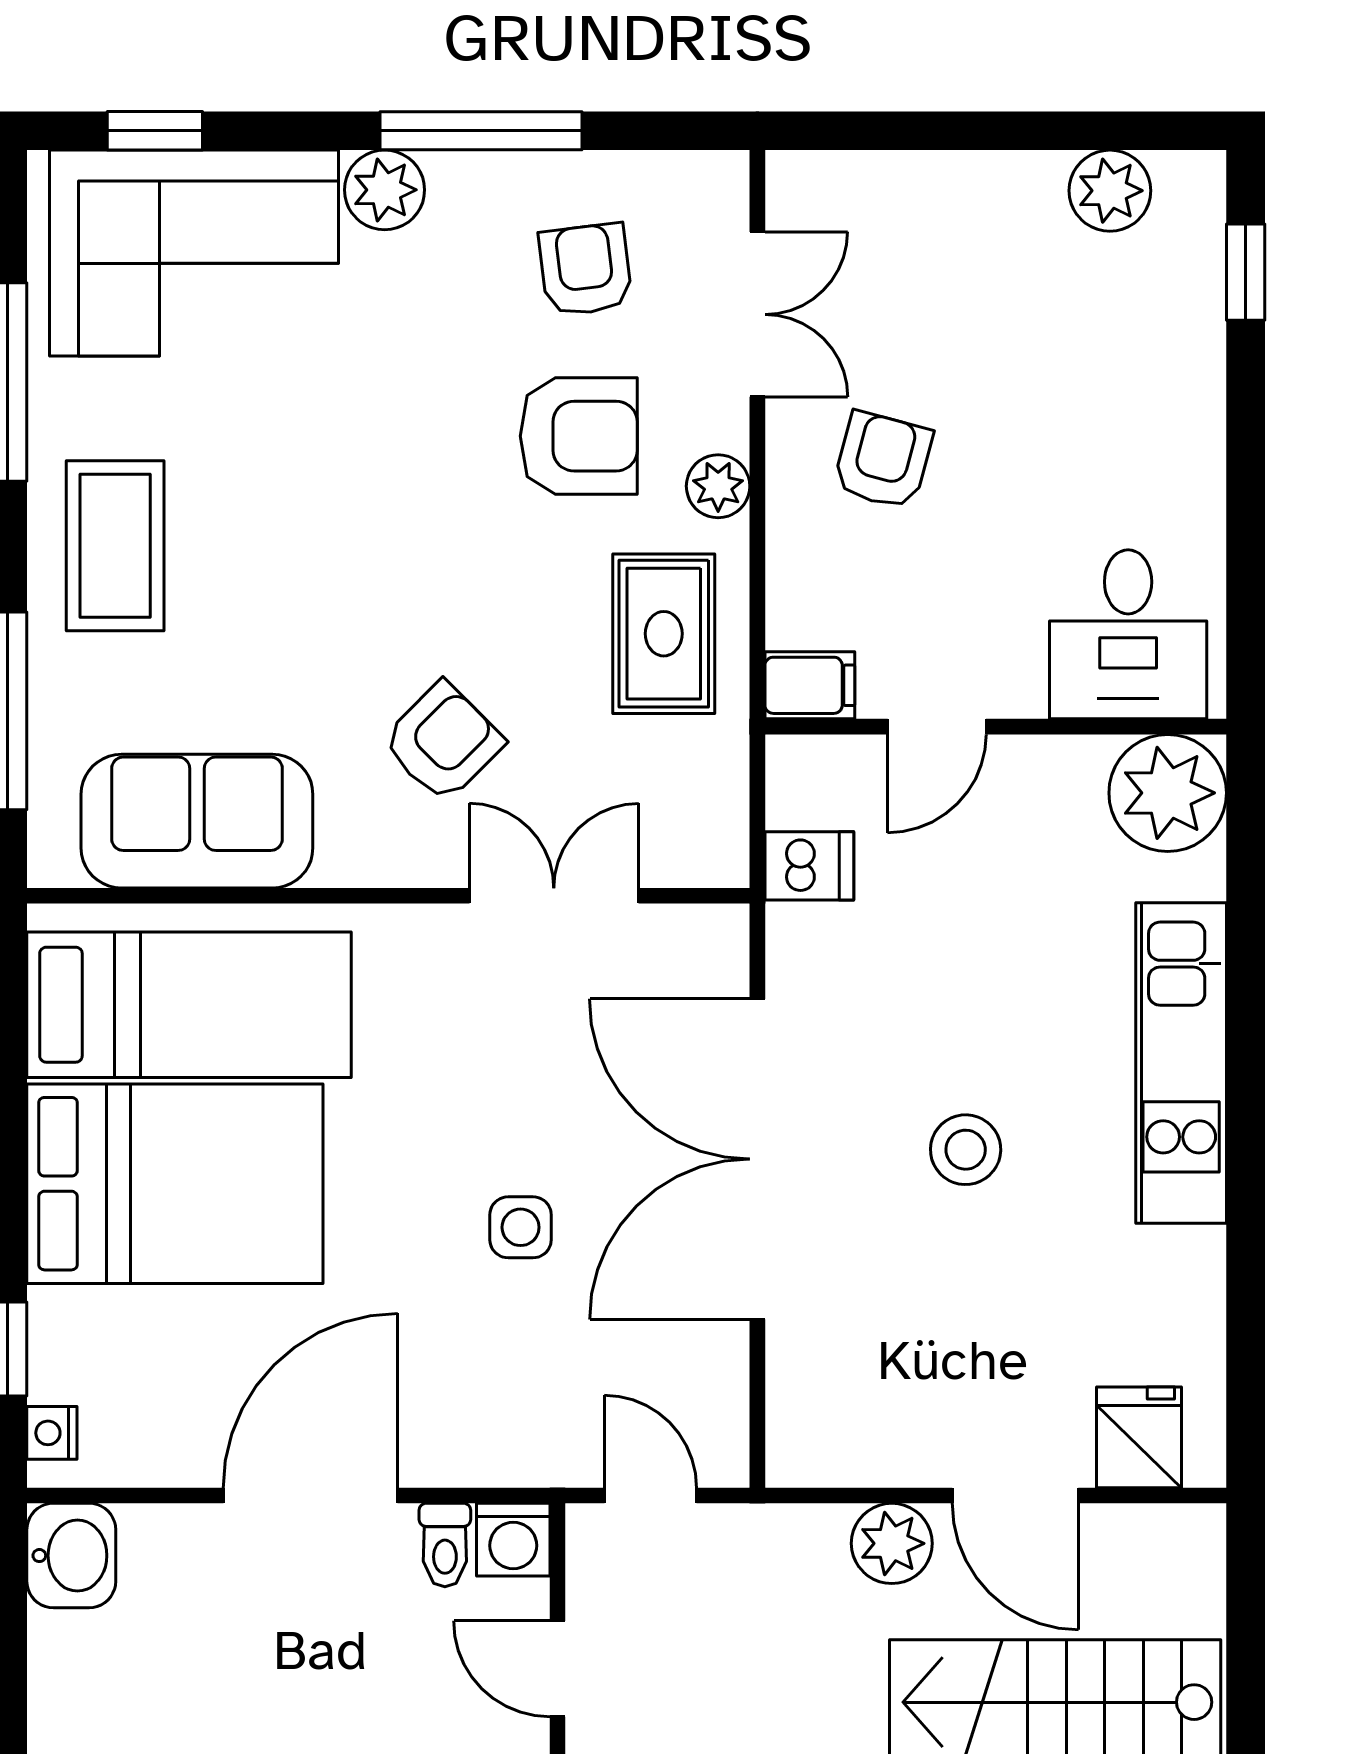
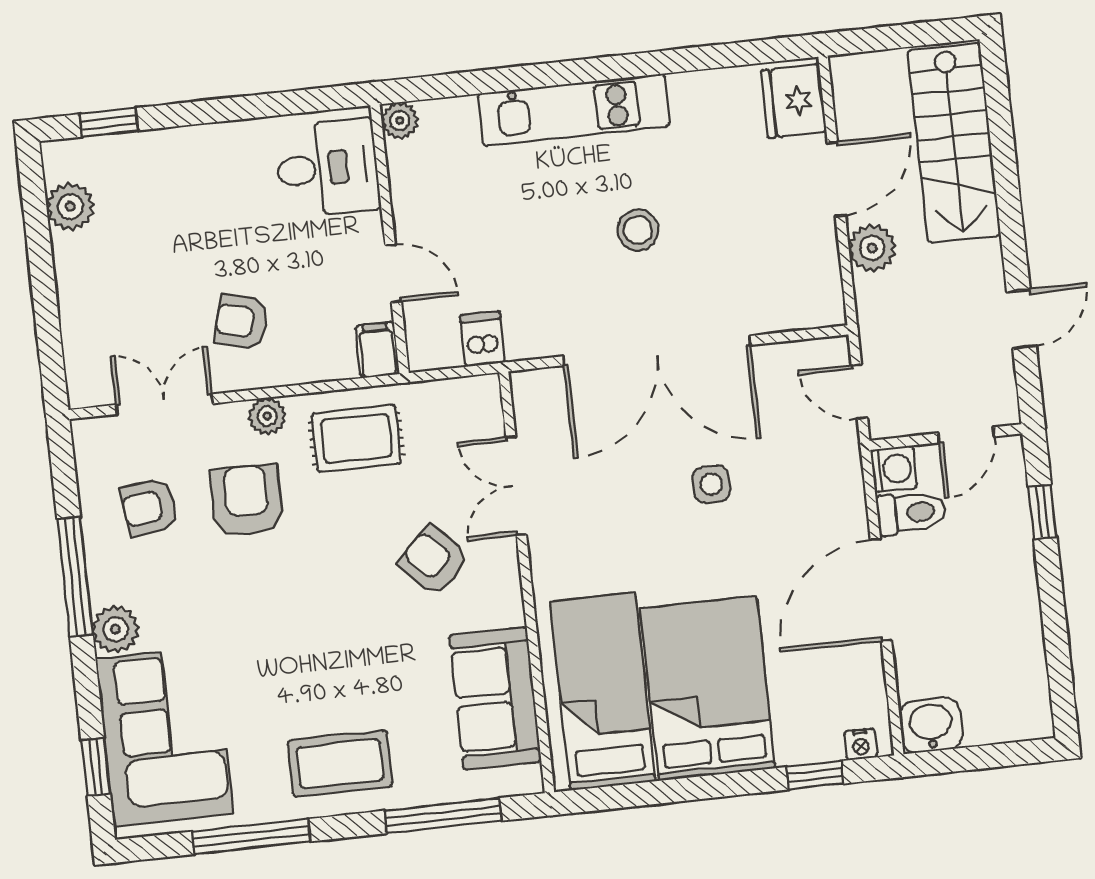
plant: (1168, 793) -> (400, 121), width x0.53, depth x0.53
fridge: (1139, 1437) -> (794, 101), width x1.38
door: (310, 1495) -> (881, 590), hinge flipped
door: (651, 1495) -> (859, 392), hinge flipped
toilet: (445, 1545) -> (911, 513), width x1.37, depth x1.39

